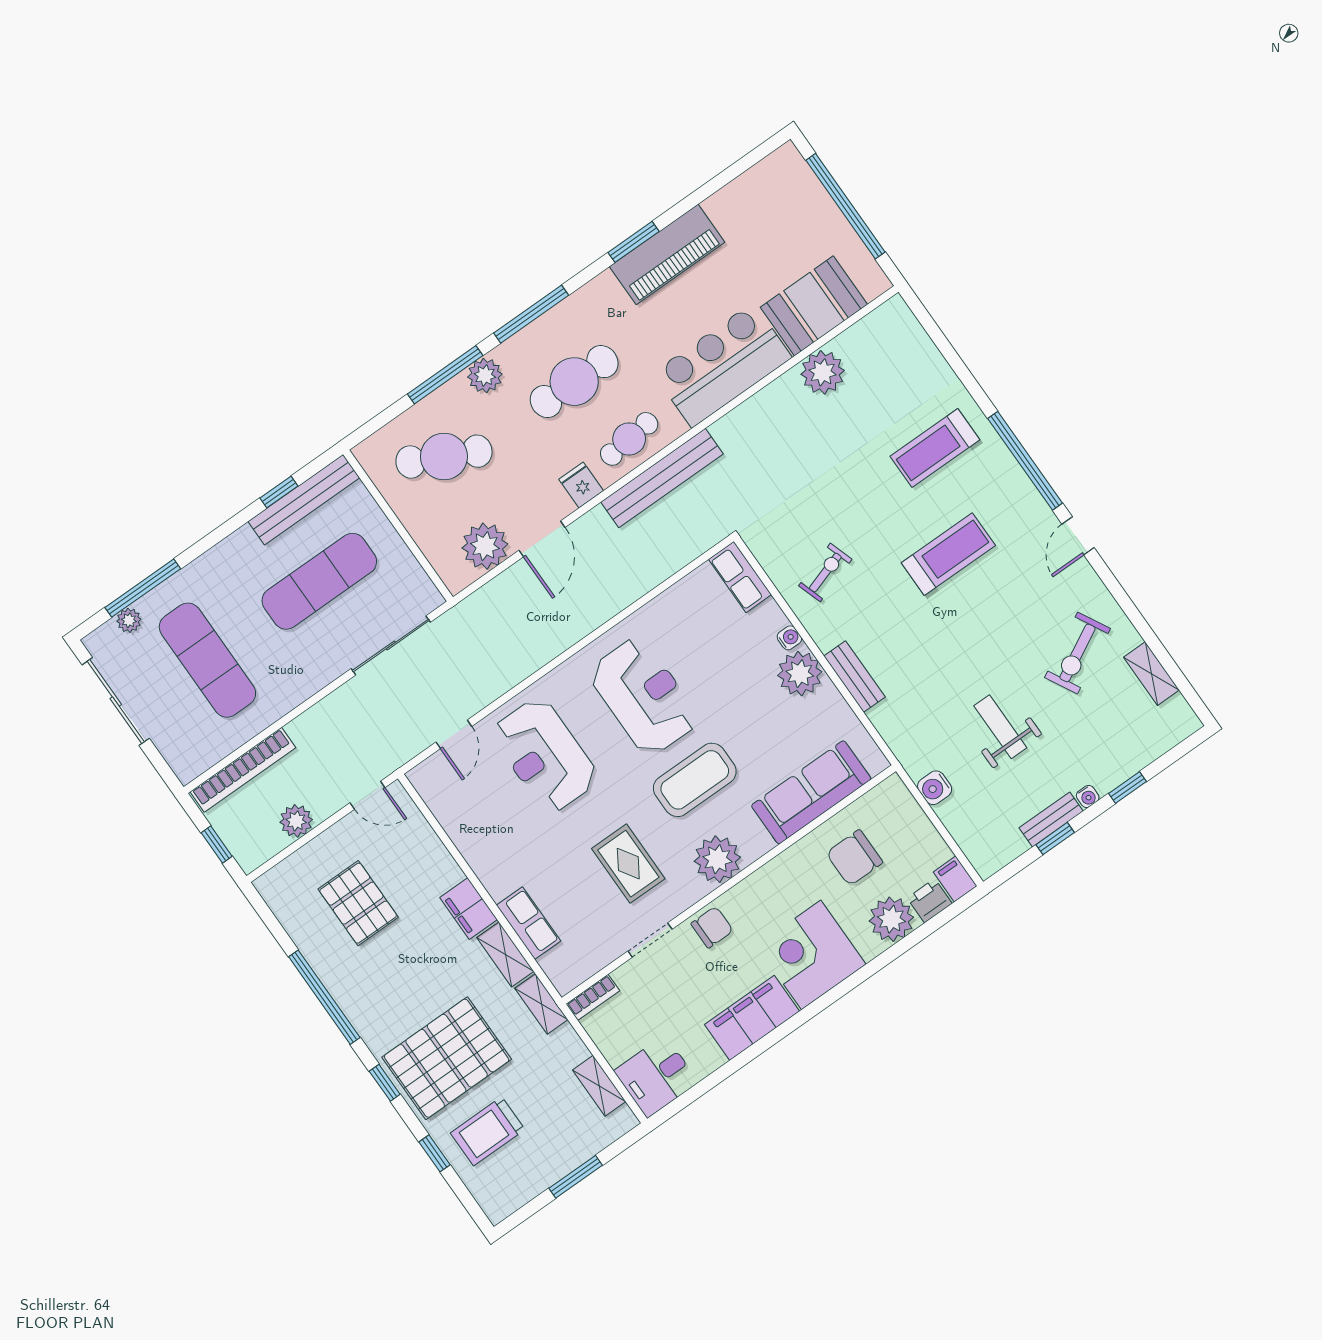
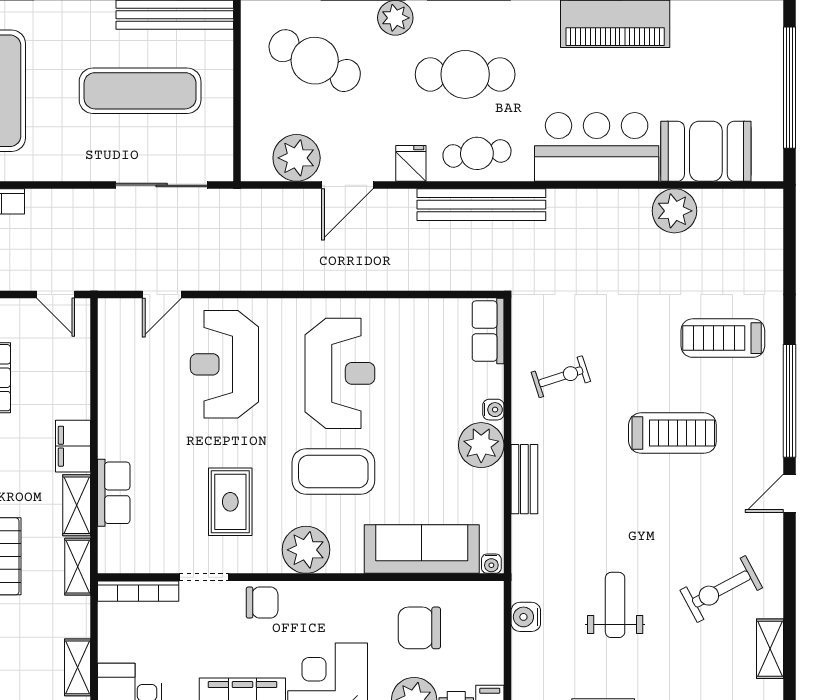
water cooler: (876, 764) -> (491, 564), added
bookcase: (593, 997) -> (138, 591), width x1.56

